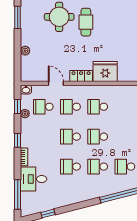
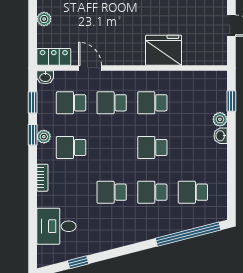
locker: (81, 76) -> (54, 57), moved
plant: (25, 114) -> (44, 137), moved
school desk: (70, 137) -> (71, 147), moved
window: (18, 140) -> (33, 135), moved
desk: (34, 179) -> (57, 226), moved
window: (18, 195) -> (33, 234), removed

